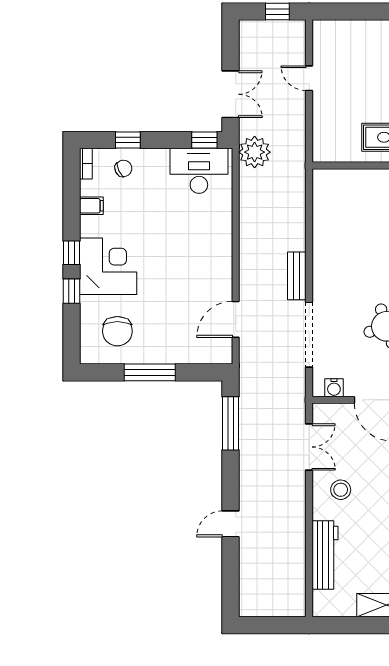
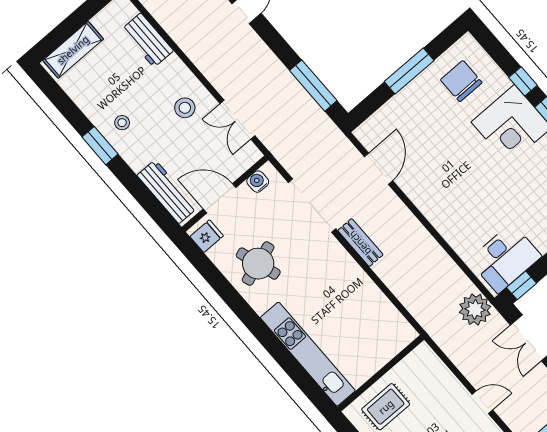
workbench: (325, 555) -> (147, 40), width x0.73

